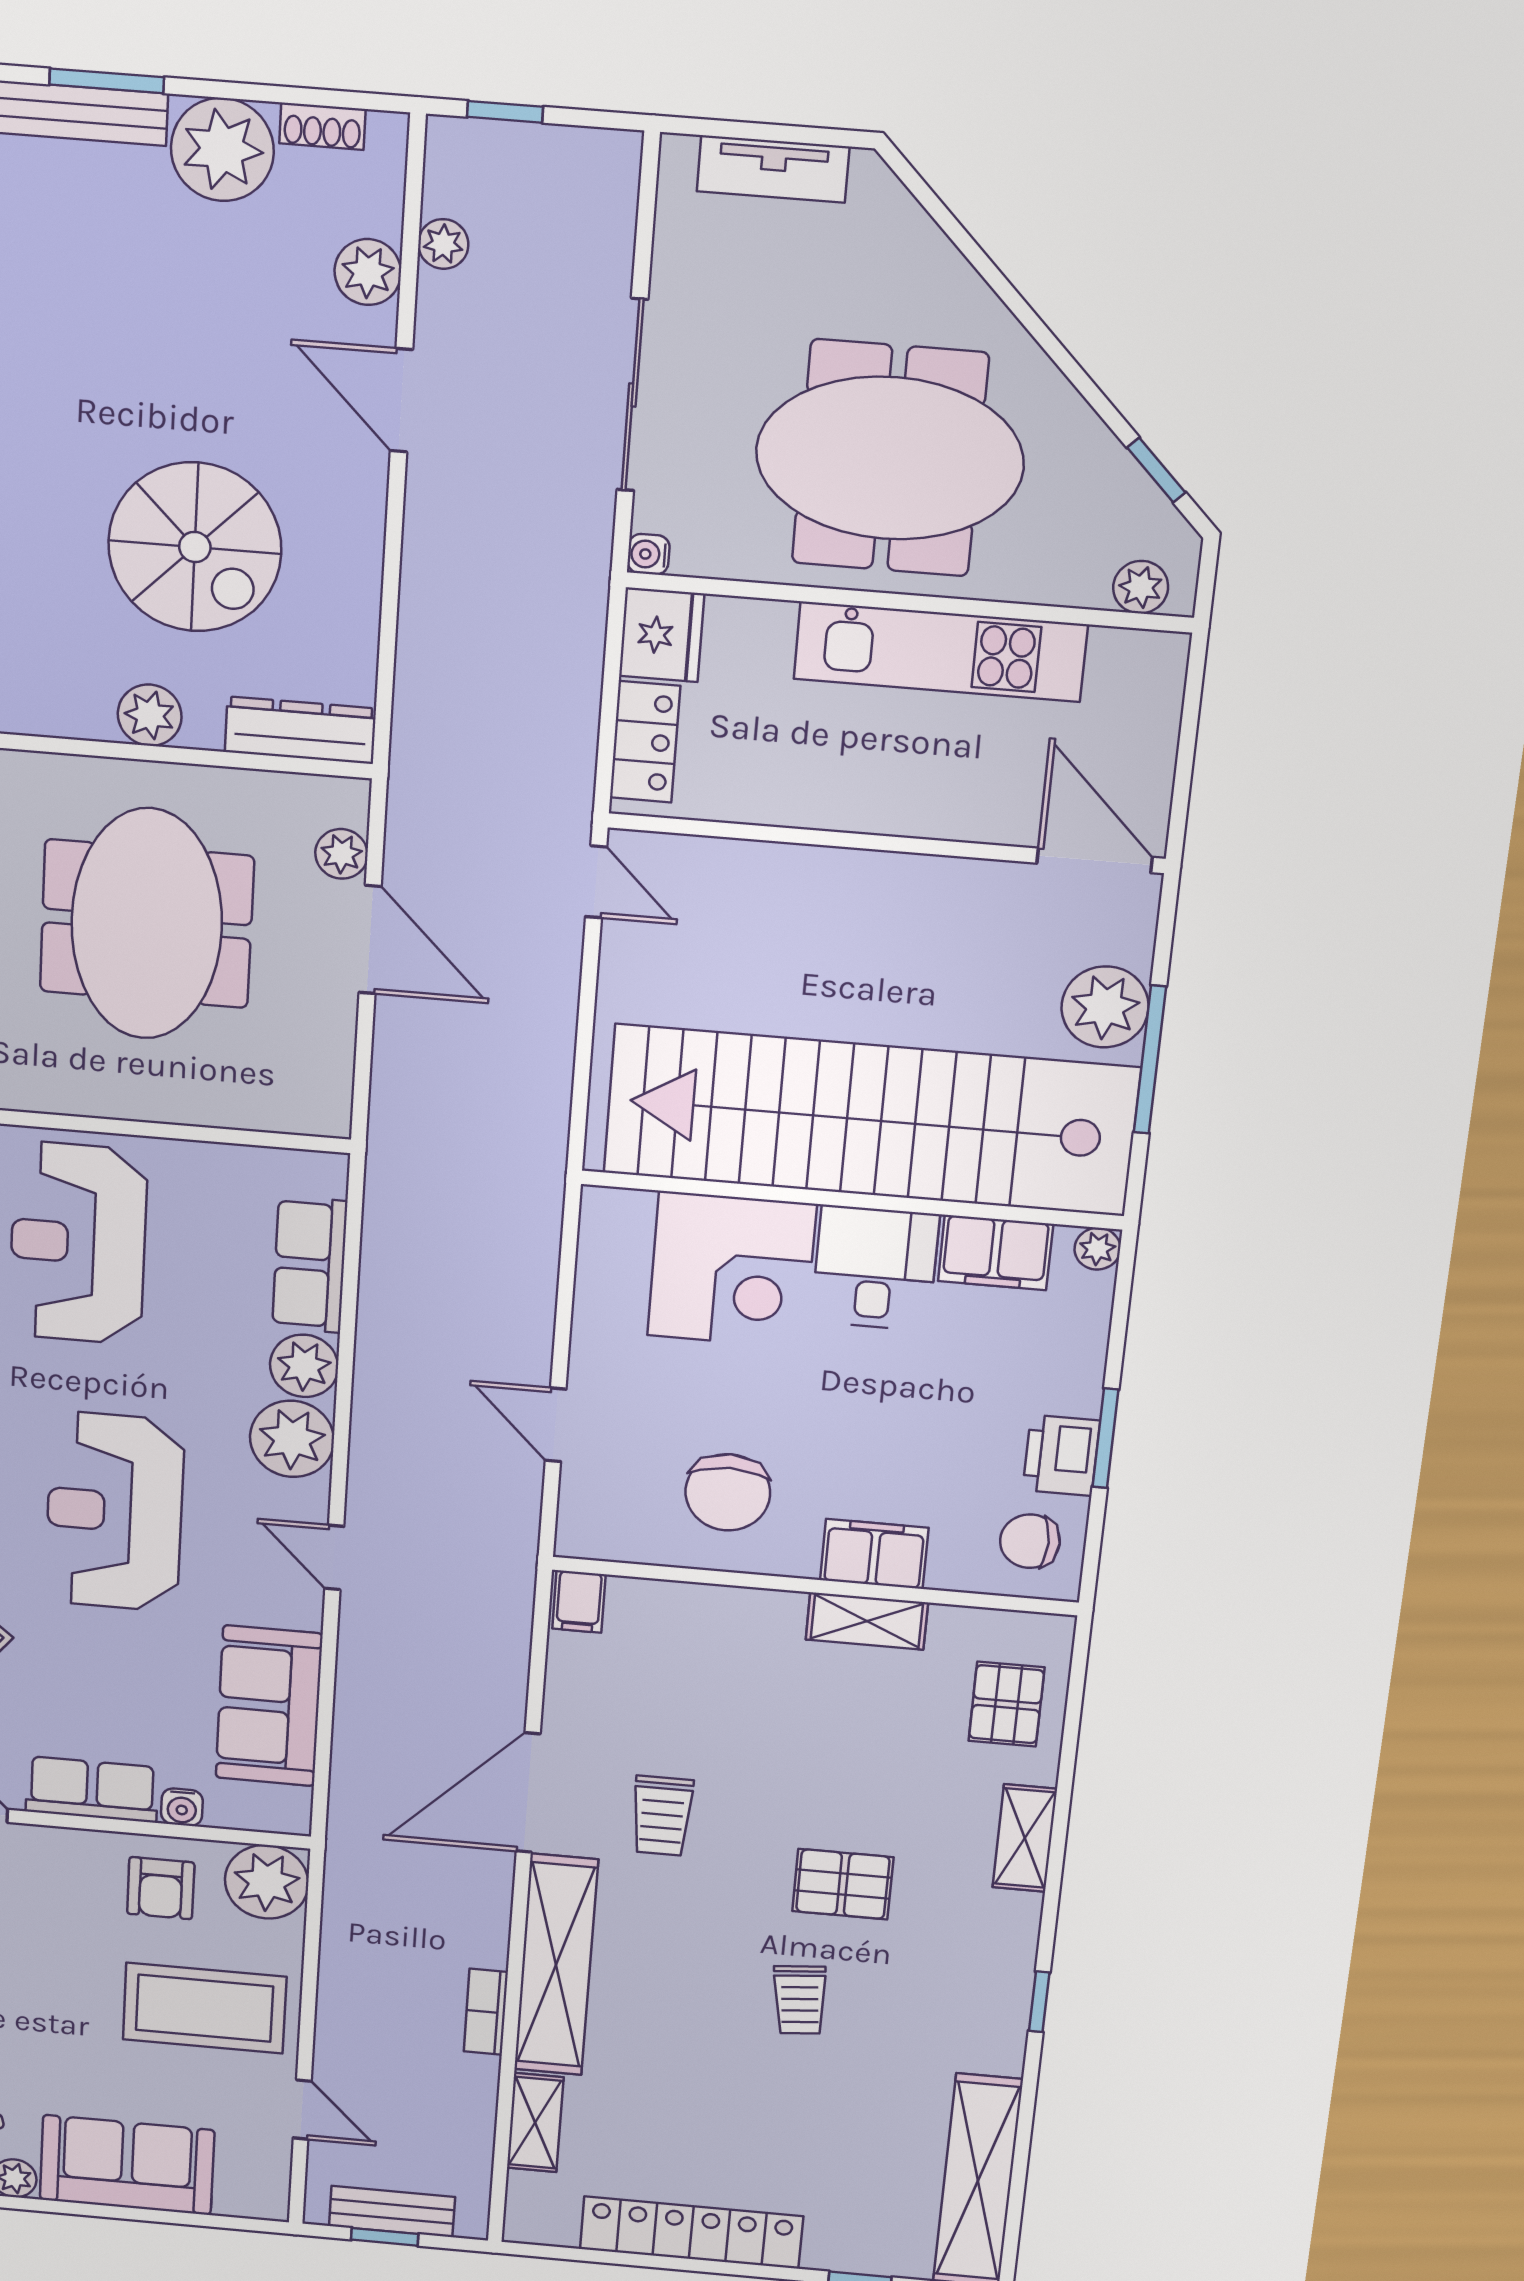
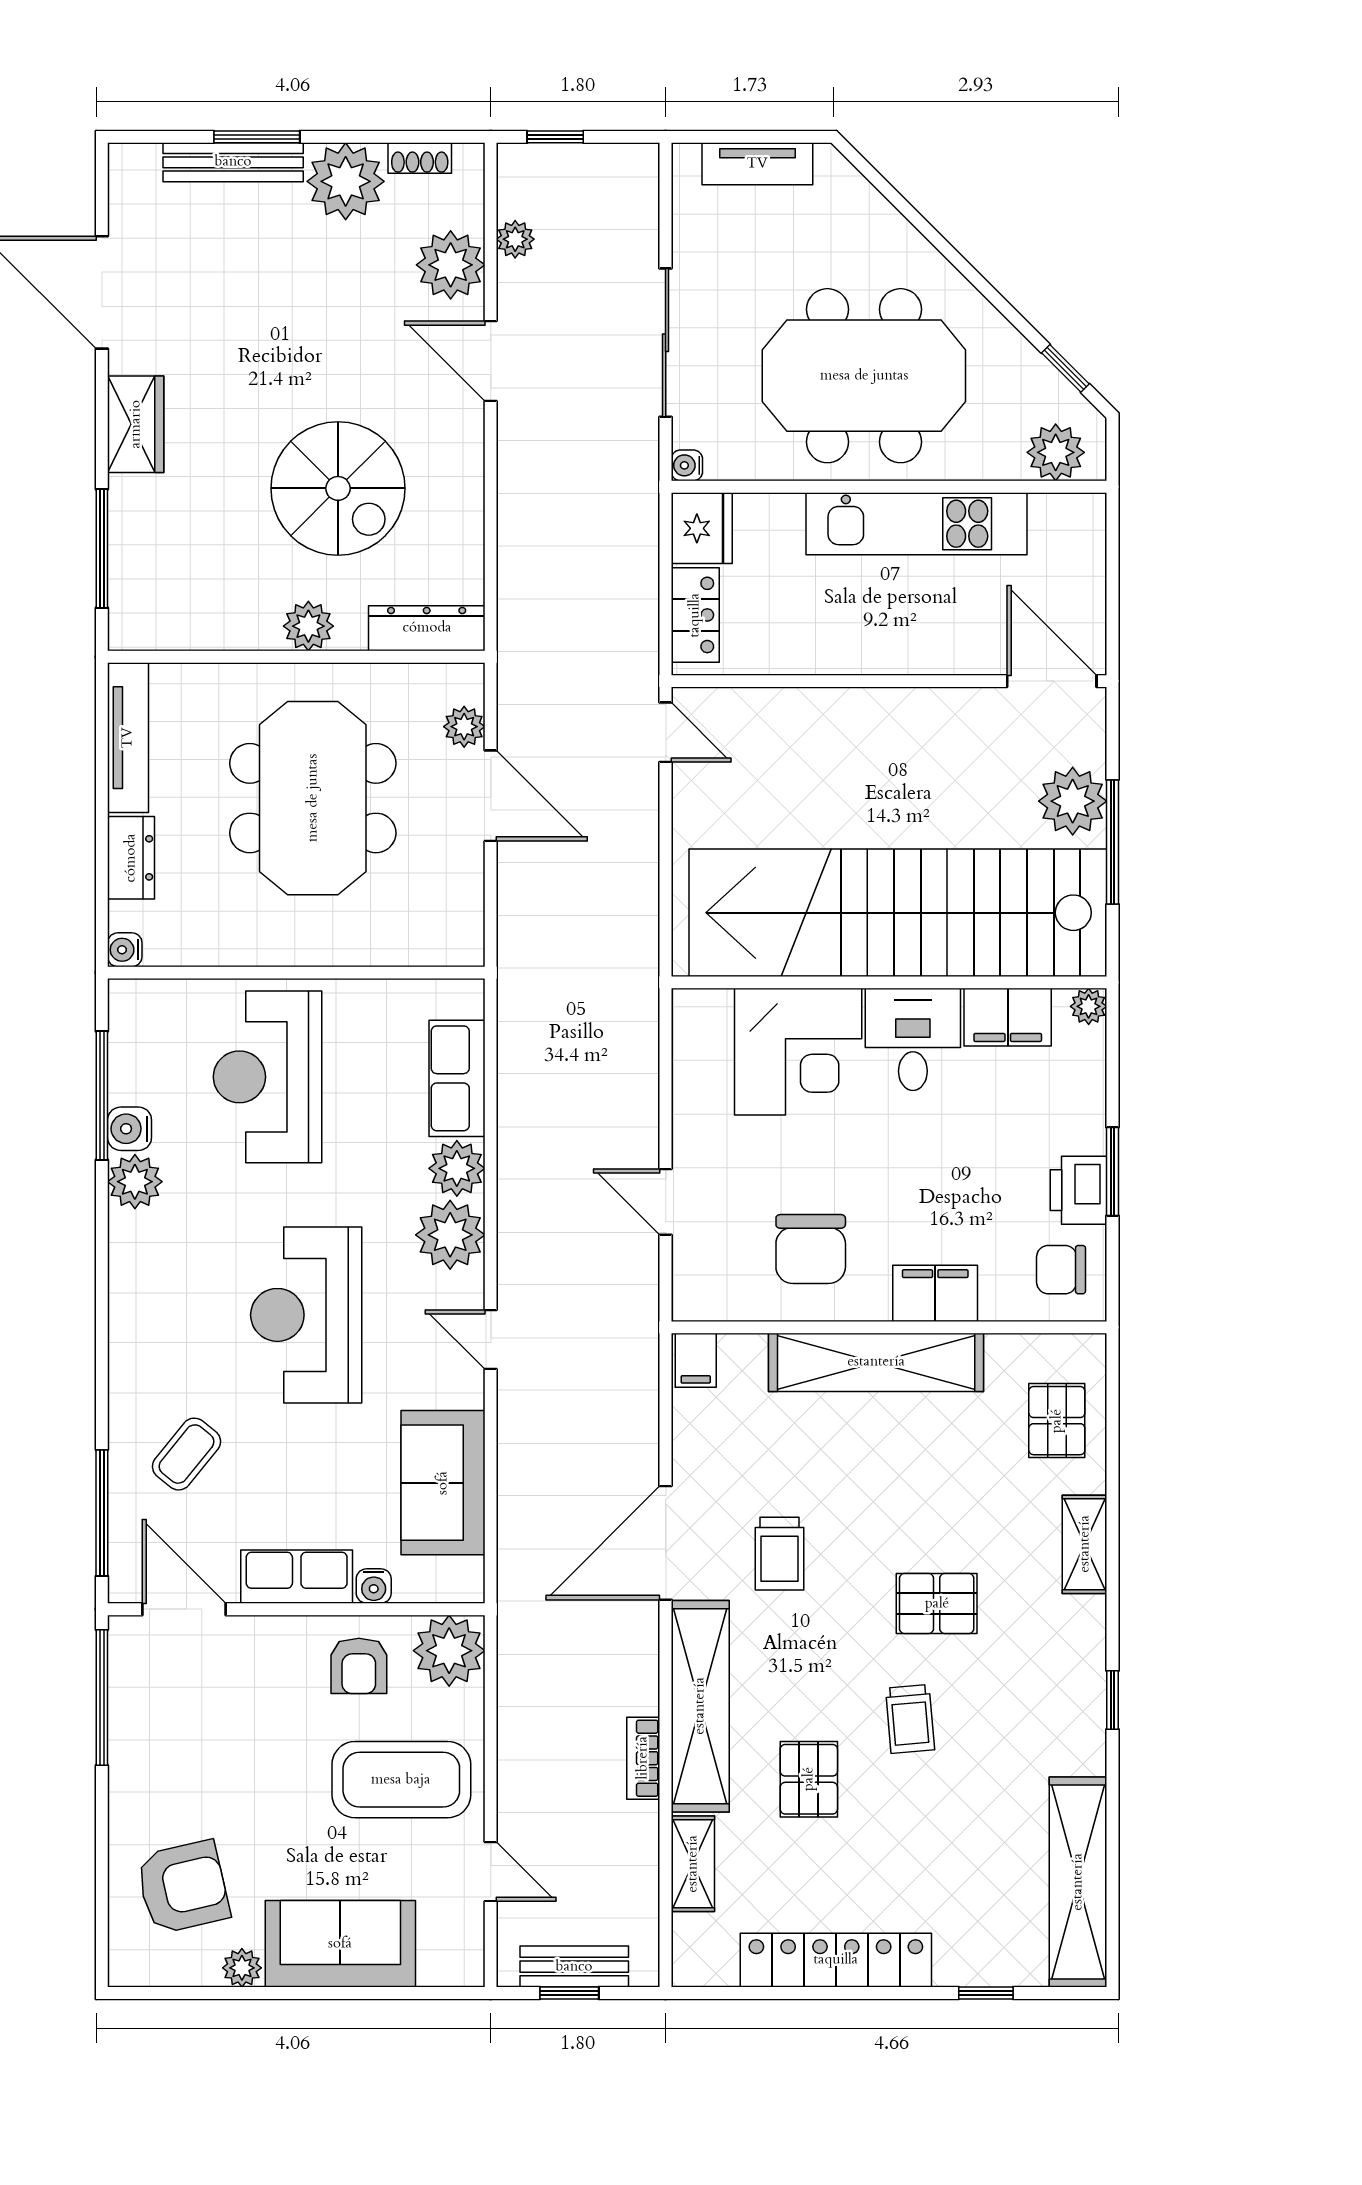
plant: (368, 272) -> (451, 265), width x1.36, depth x1.36
plant: (1141, 587) -> (1056, 452), width x1.38, depth x1.38
shelving: (867, 1621) -> (876, 1362), width x2.20, depth x1.33
pallet: (676, 2050) -> (809, 1779), added

